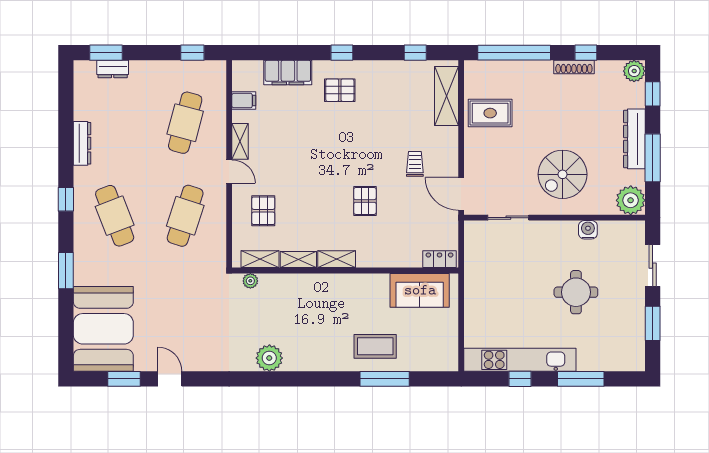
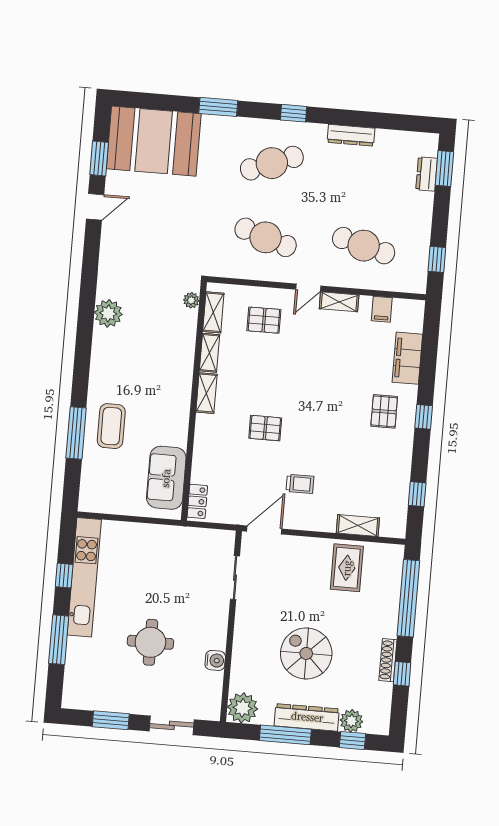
plant: (634, 71) -> (351, 721), moved
shelving: (446, 96) -> (358, 525), width x0.67, depth x0.75
spiral stairs: (563, 174) -> (306, 653), moved

